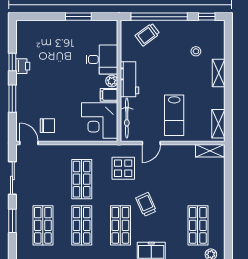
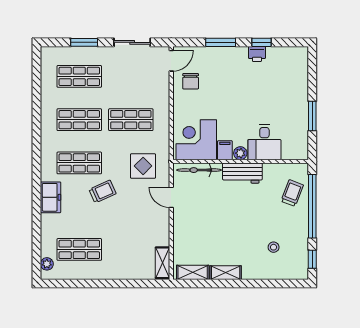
trolley: (147, 35) -> (292, 193), turned 58
shelving: (219, 73) -> (226, 273), moved
lab bench: (174, 115) -> (202, 223), removed

